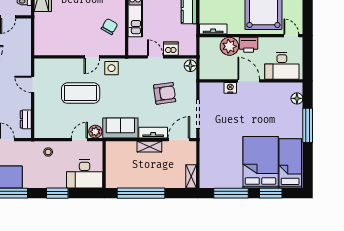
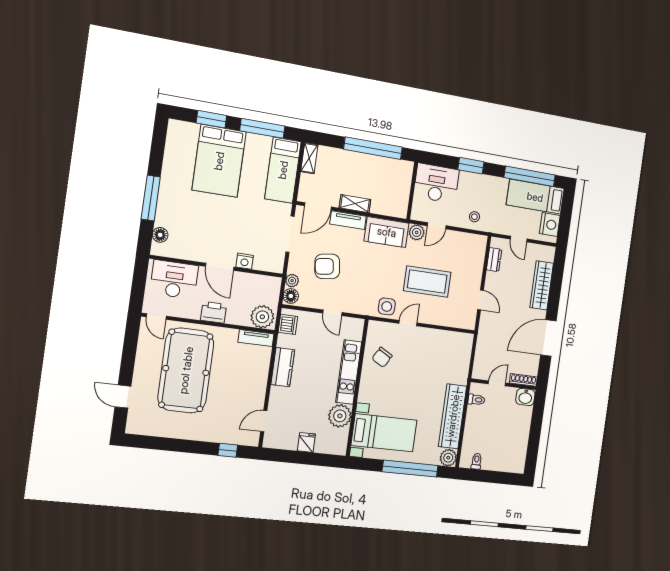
plant: (229, 46) -> (262, 317), moved
dishwasher: (171, 49) -> (288, 324), moved, turned -90
plant: (191, 78) -> (292, 281), added
bed: (290, 163) -> (283, 170), moved

